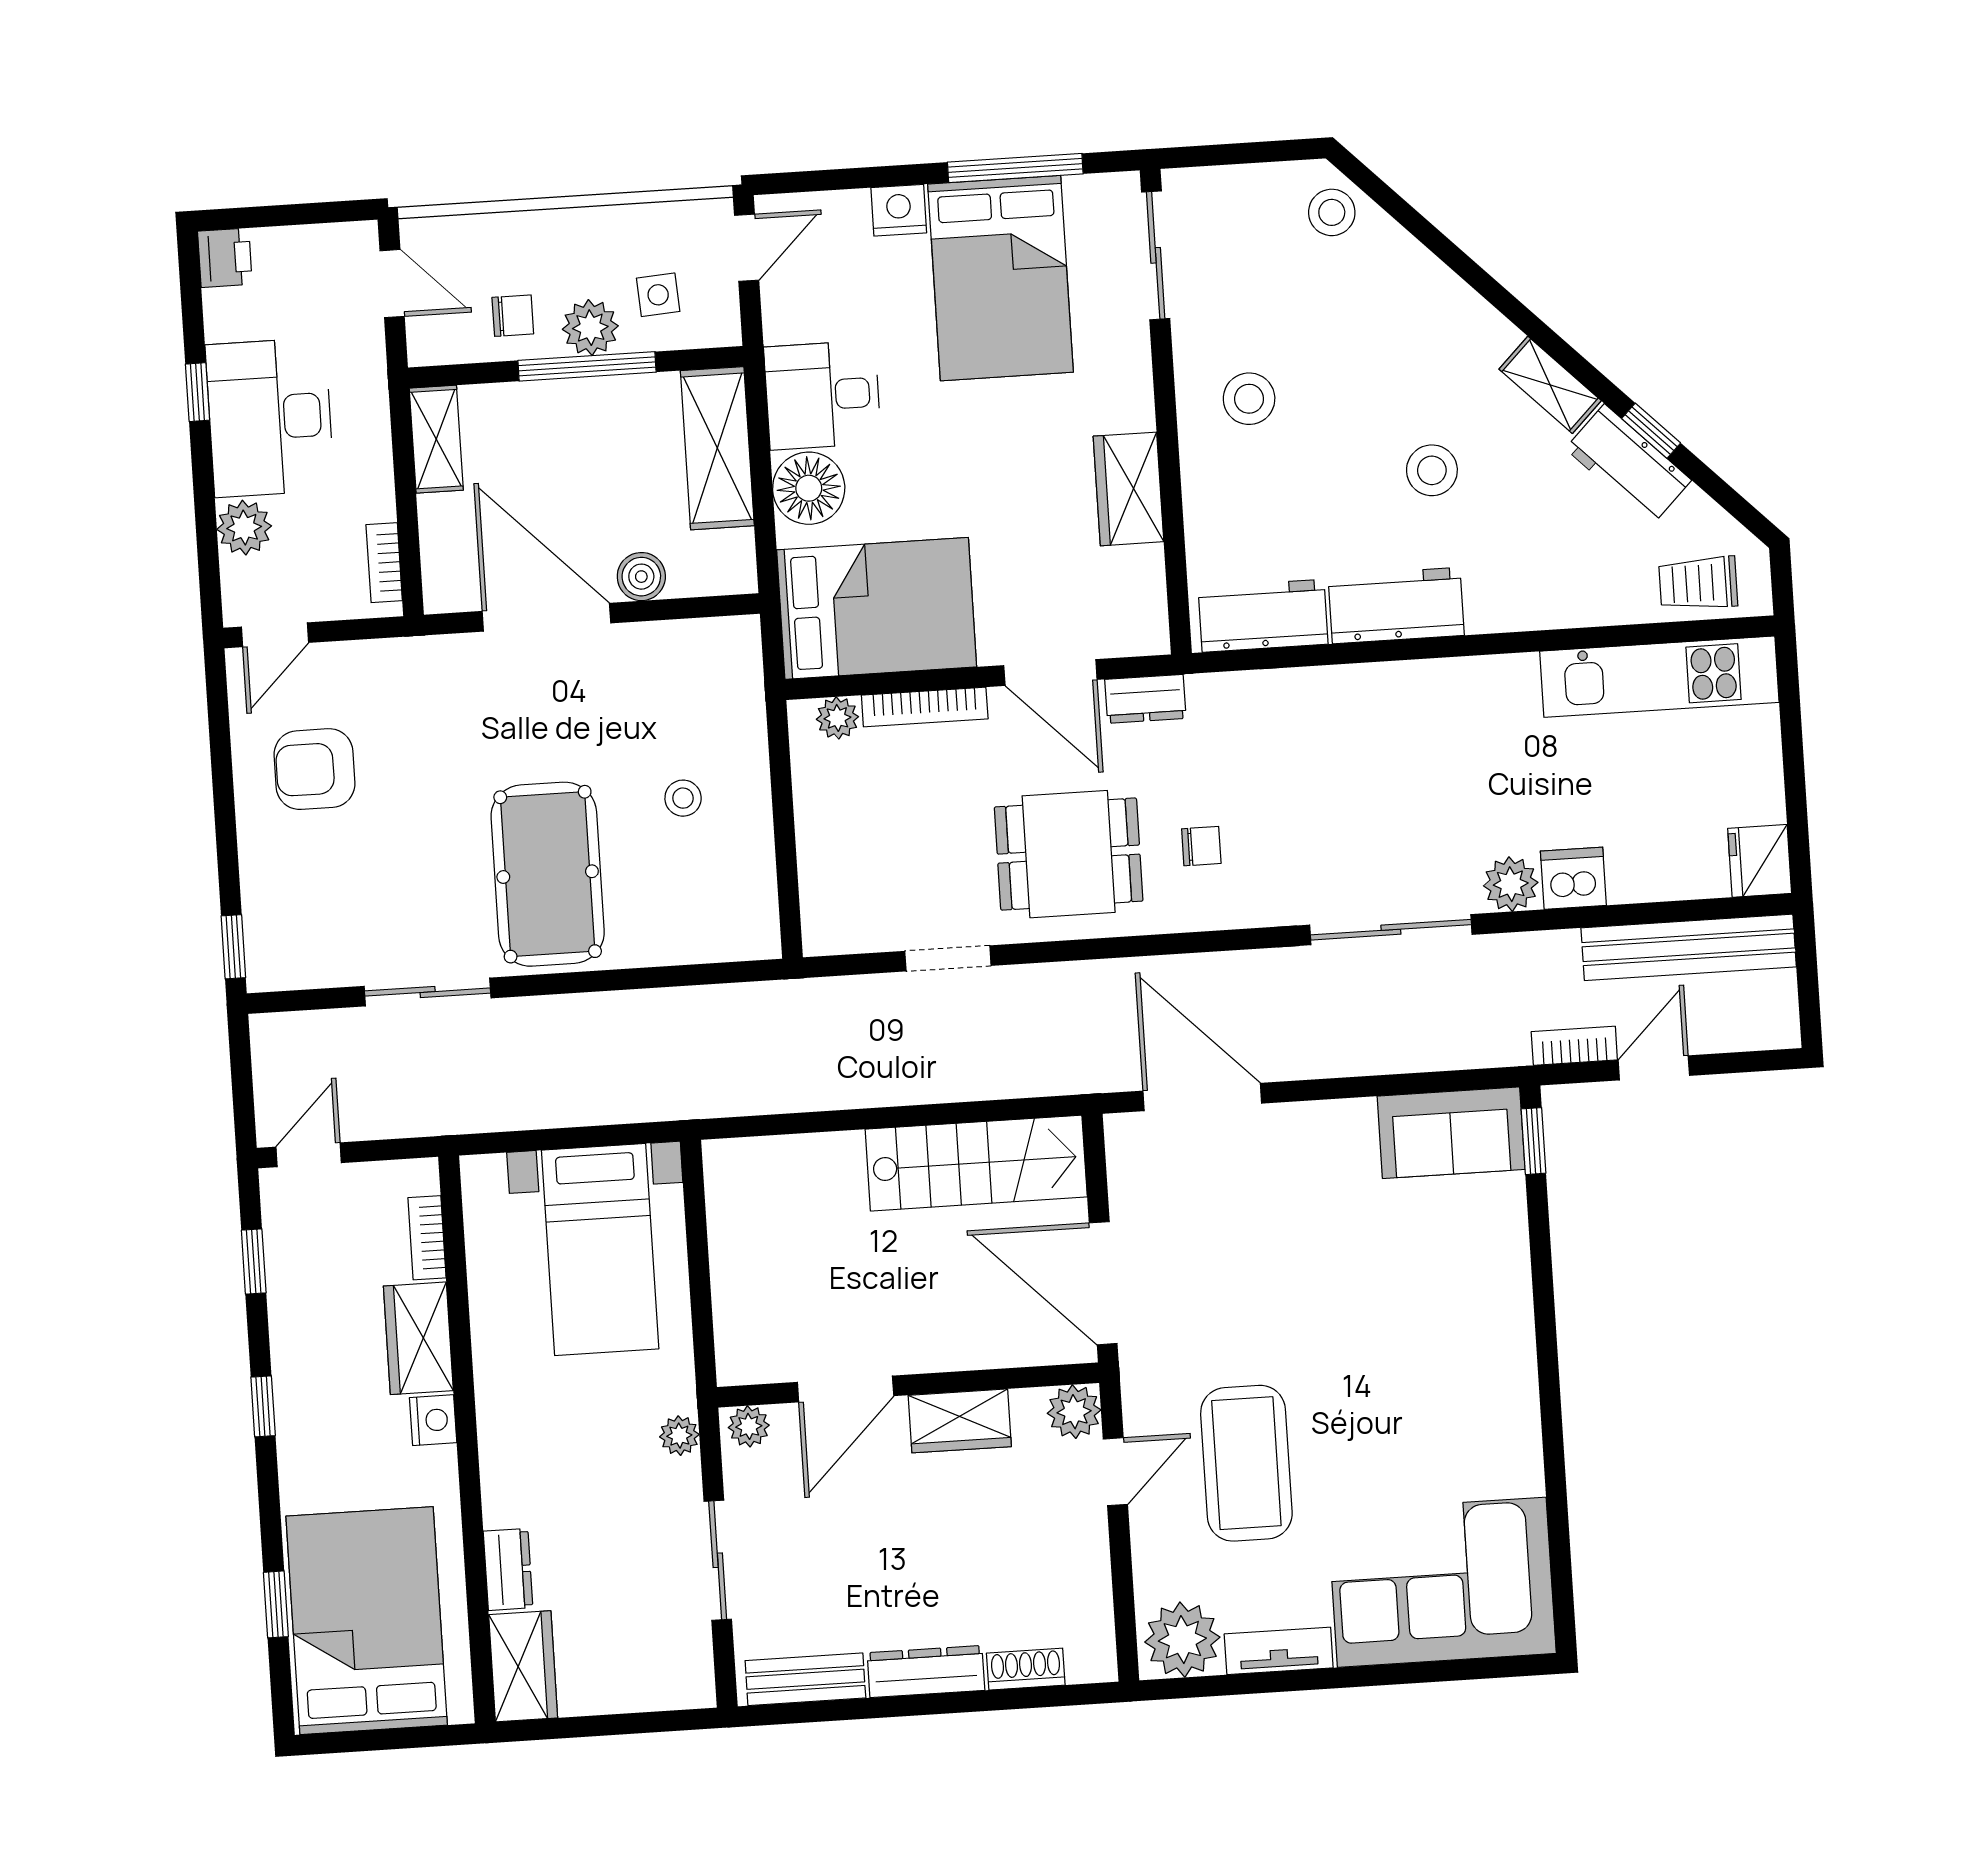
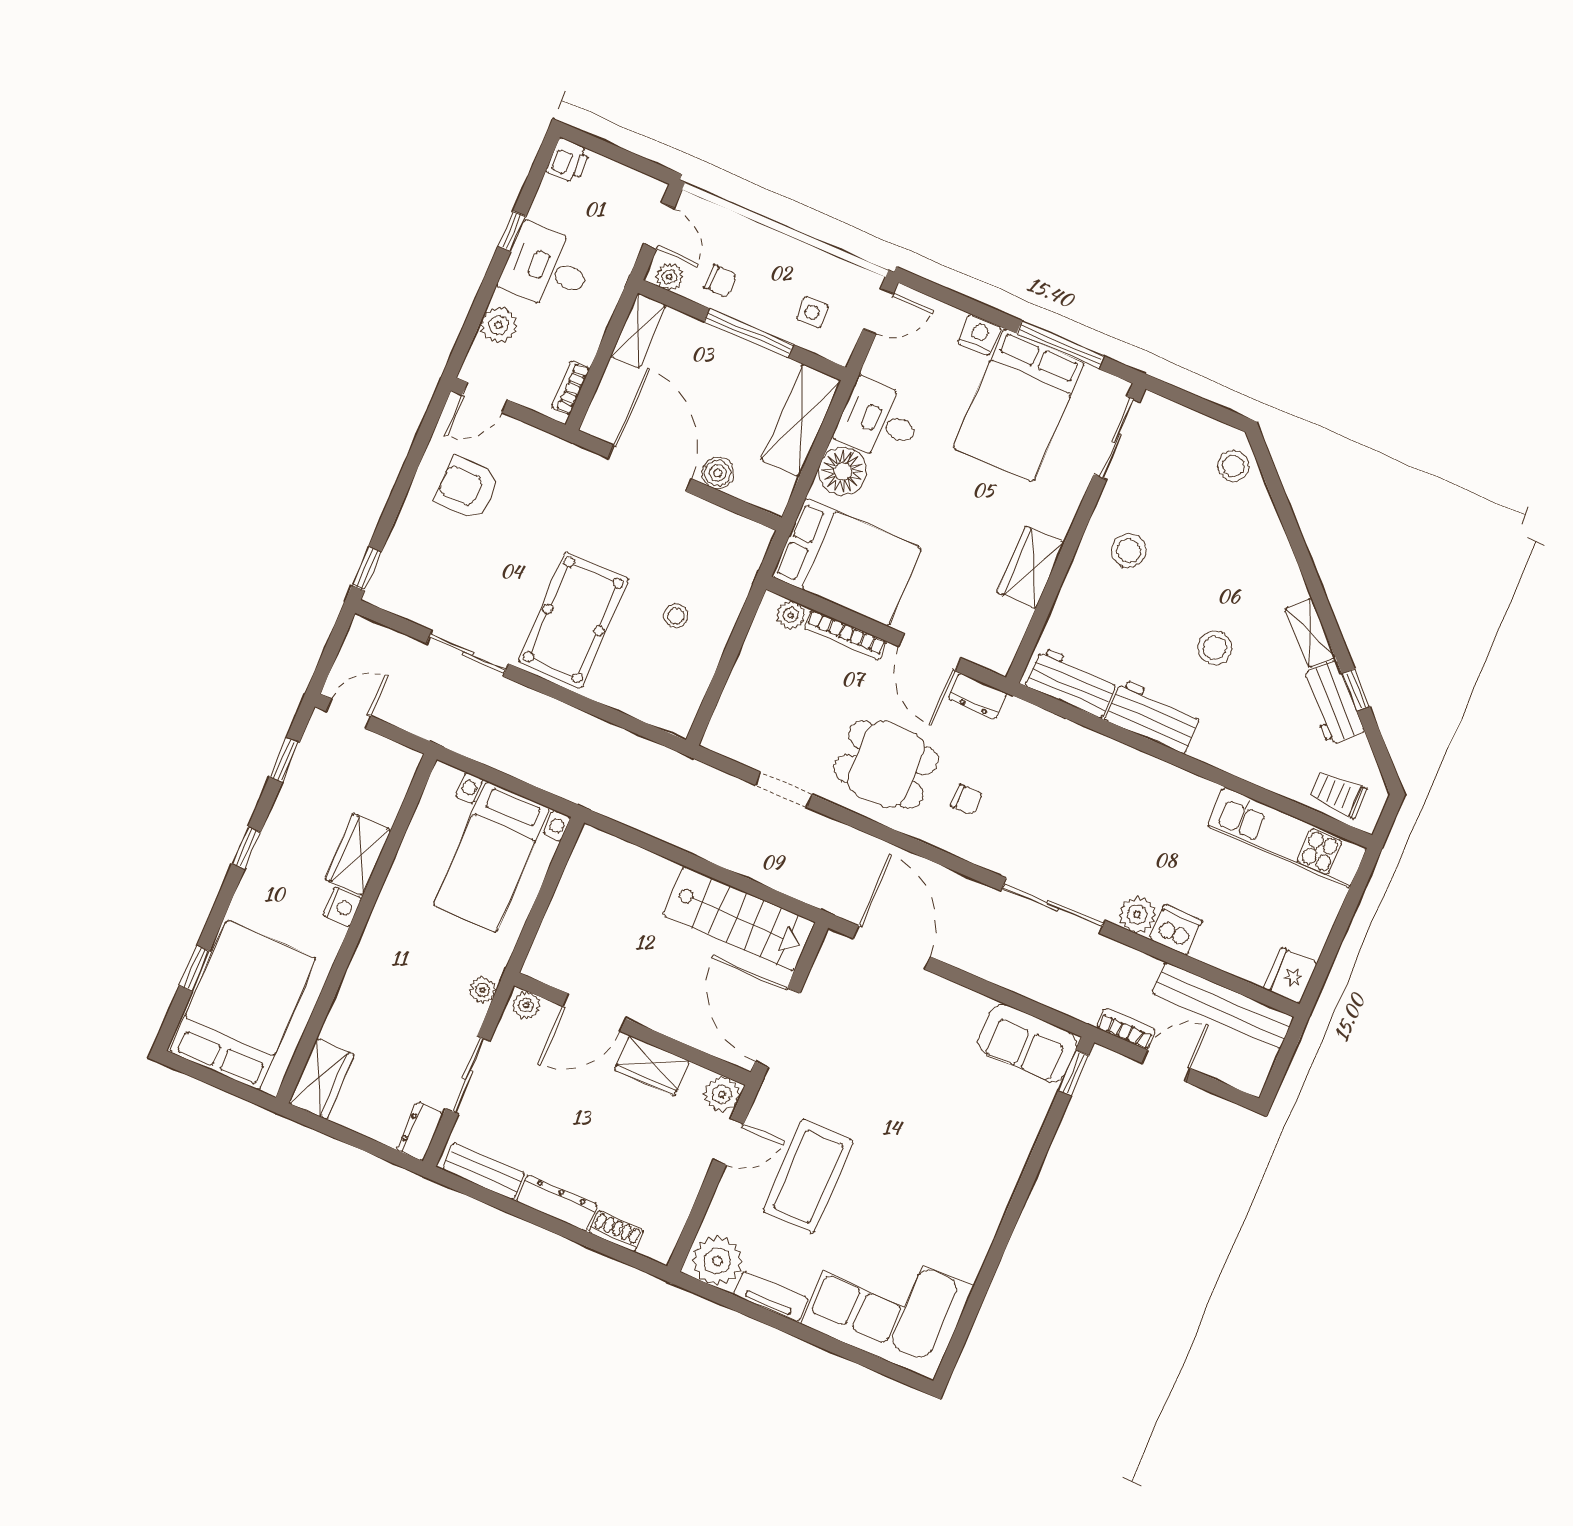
plant: (590, 328) -> (670, 277), moved, width x0.73, depth x0.73
desk: (270, 417) -> (547, 268), width x0.73
bookcase: (427, 1238) -> (393, 798), removed
dresser: (508, 1569) -> (420, 1131), moved, turned 180

